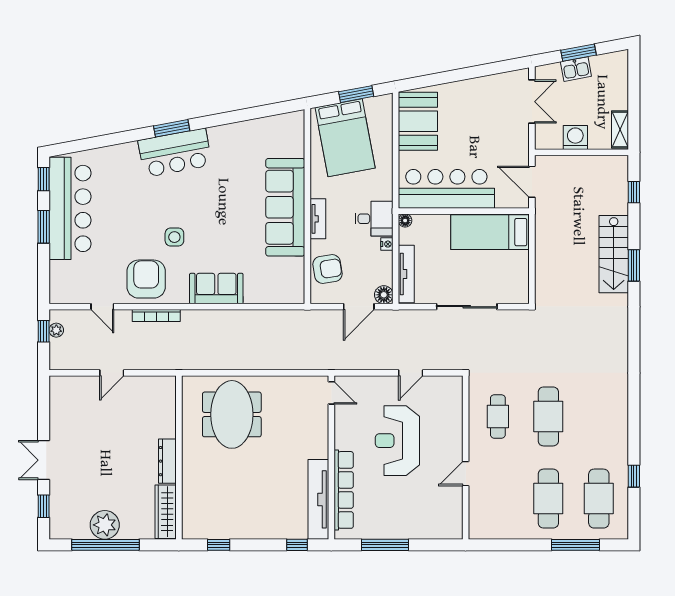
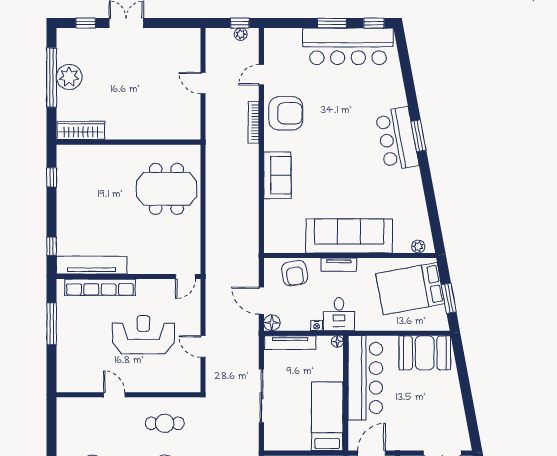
plant: (297, 129) -> (418, 247), added
side table: (174, 237) -> (323, 138), removed
dresser: (167, 461) -> (125, 132), removed

